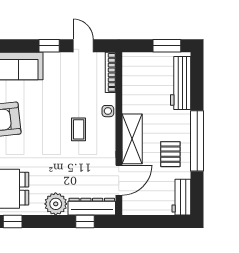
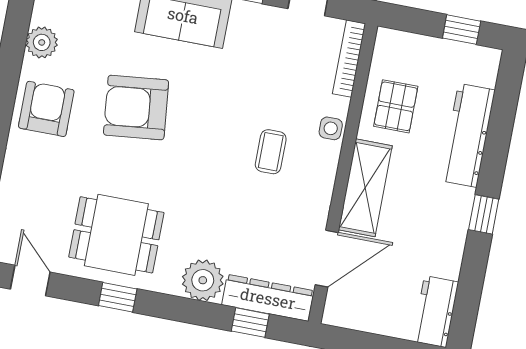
window: (167, 46) -> (462, 30), width x0.67
workbench: (181, 83) -> (468, 135), moved
window: (197, 141) -> (484, 214), width x0.32
pallet: (170, 154) -> (396, 106), moved

